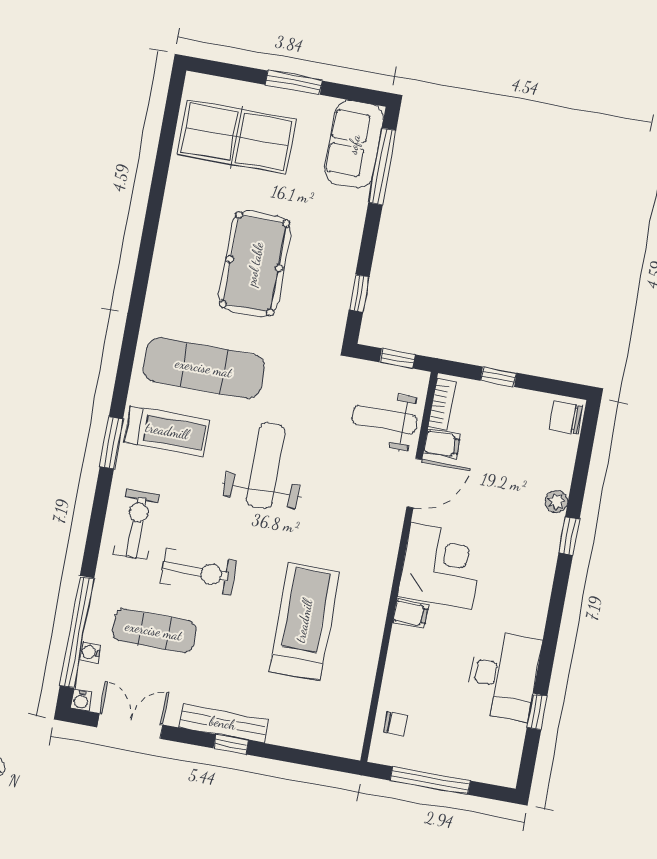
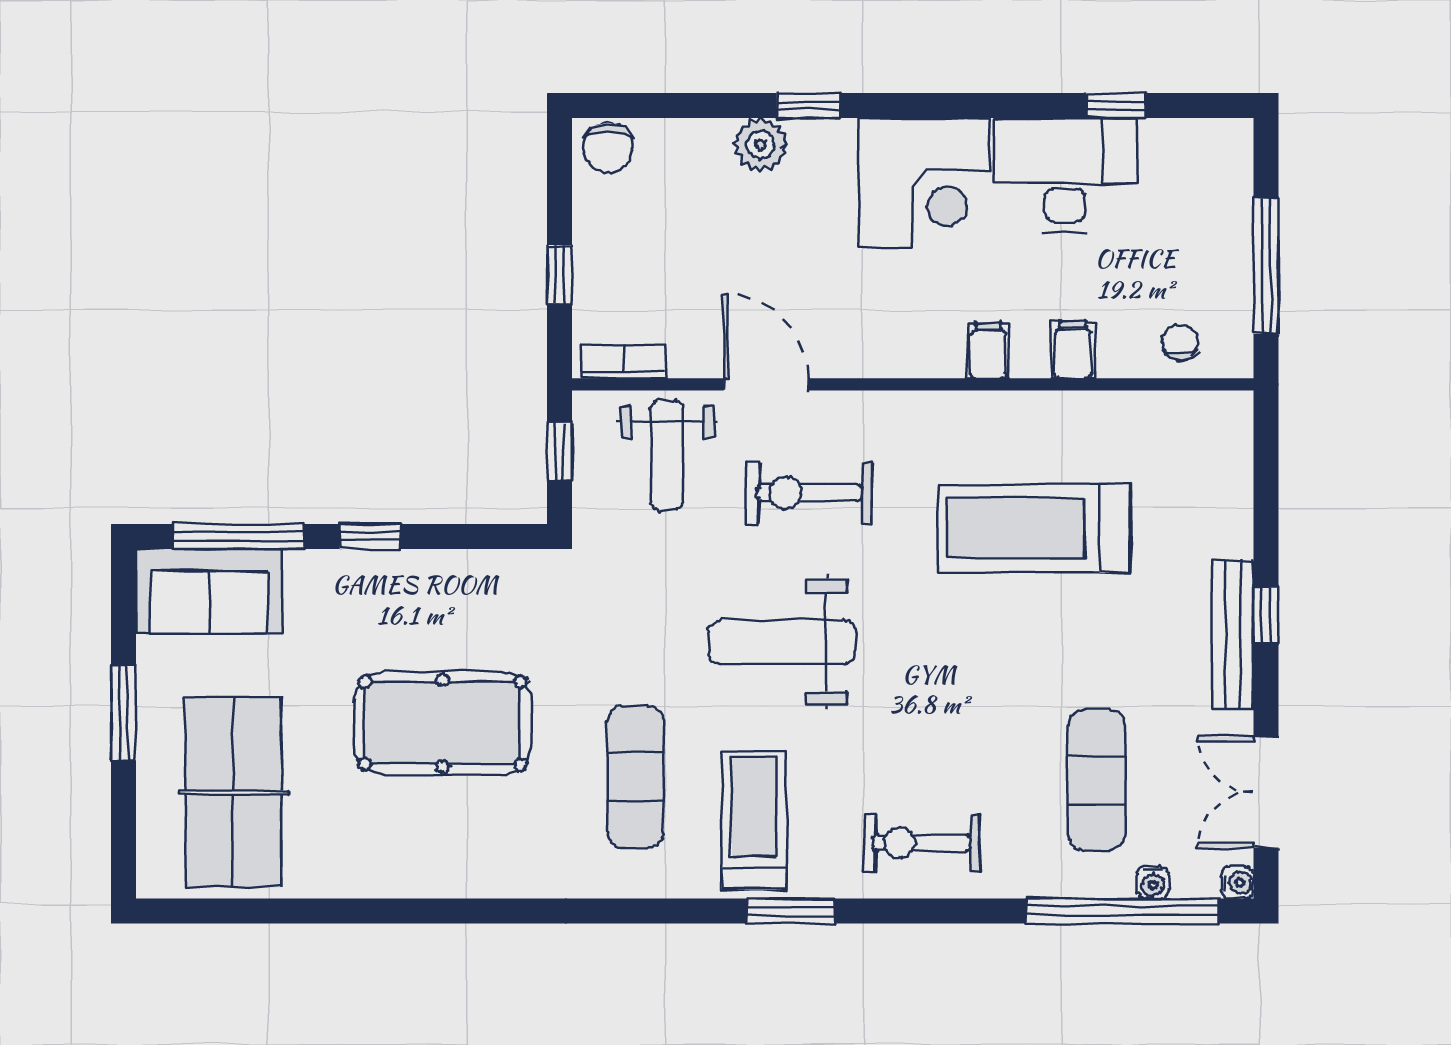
window: (359, 293) -> (370, 536), moved
exercise mat: (204, 368) -> (635, 777), width x0.73, depth x0.69
filing cabinet: (442, 444) -> (1073, 350), moved
plant: (557, 501) -> (760, 145), width x1.38, depth x1.38
corner desk: (441, 566) -> (924, 183), moved, turned 180
exercise bike: (199, 572) -> (809, 493), moved, turned -90

